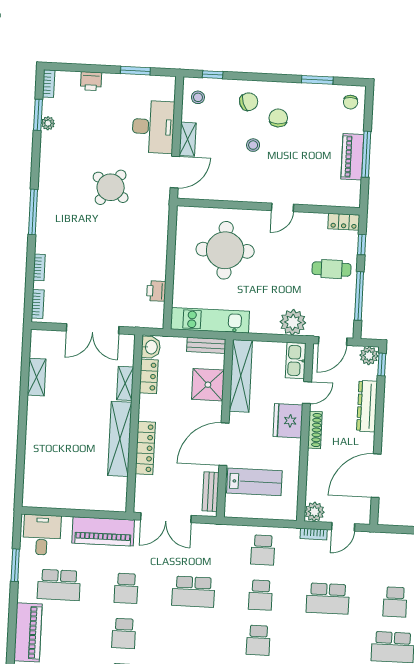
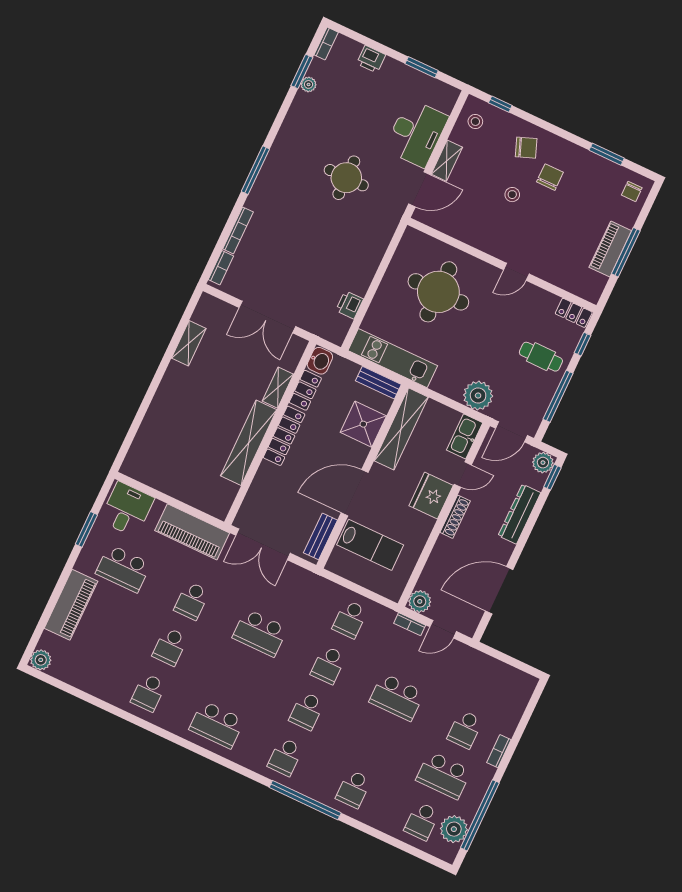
round table: (111, 187) -> (346, 178), turned -37
bookcase: (39, 267) -> (238, 230), width x1.56
locker: (145, 448) -> (284, 436), moved

